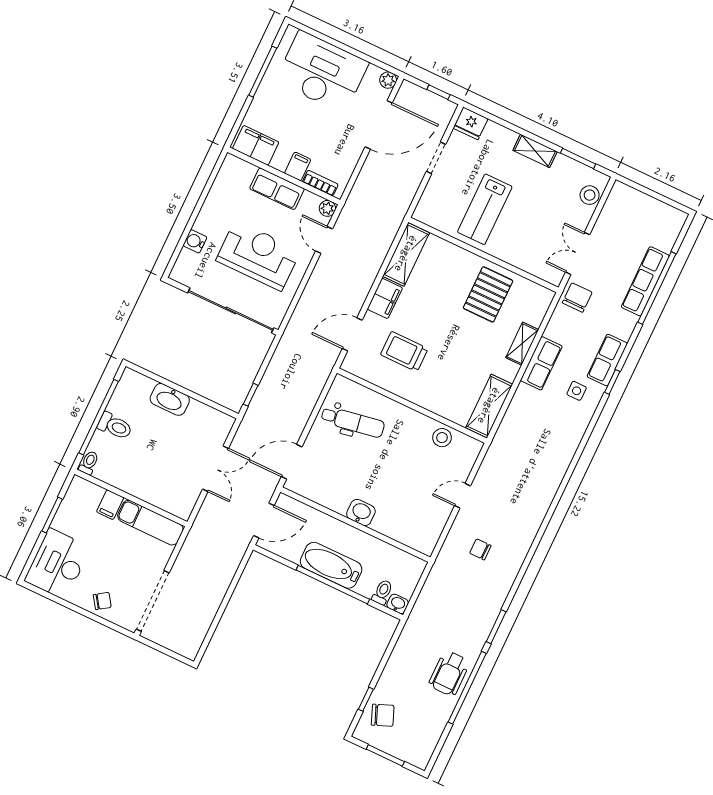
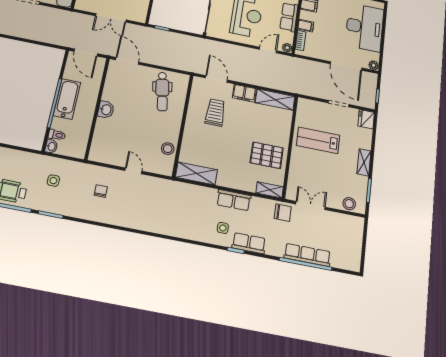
shelving: (522, 344) -> (270, 190), moved
side table: (448, 612) -> (53, 181), added

